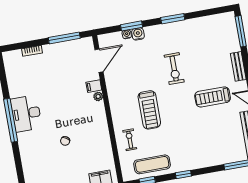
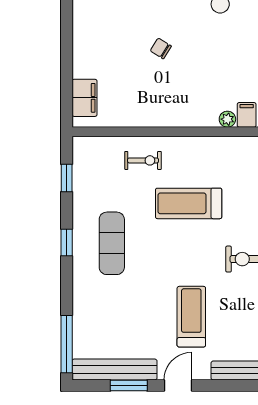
exercise mat: (152, 164) -> (112, 243), moved

